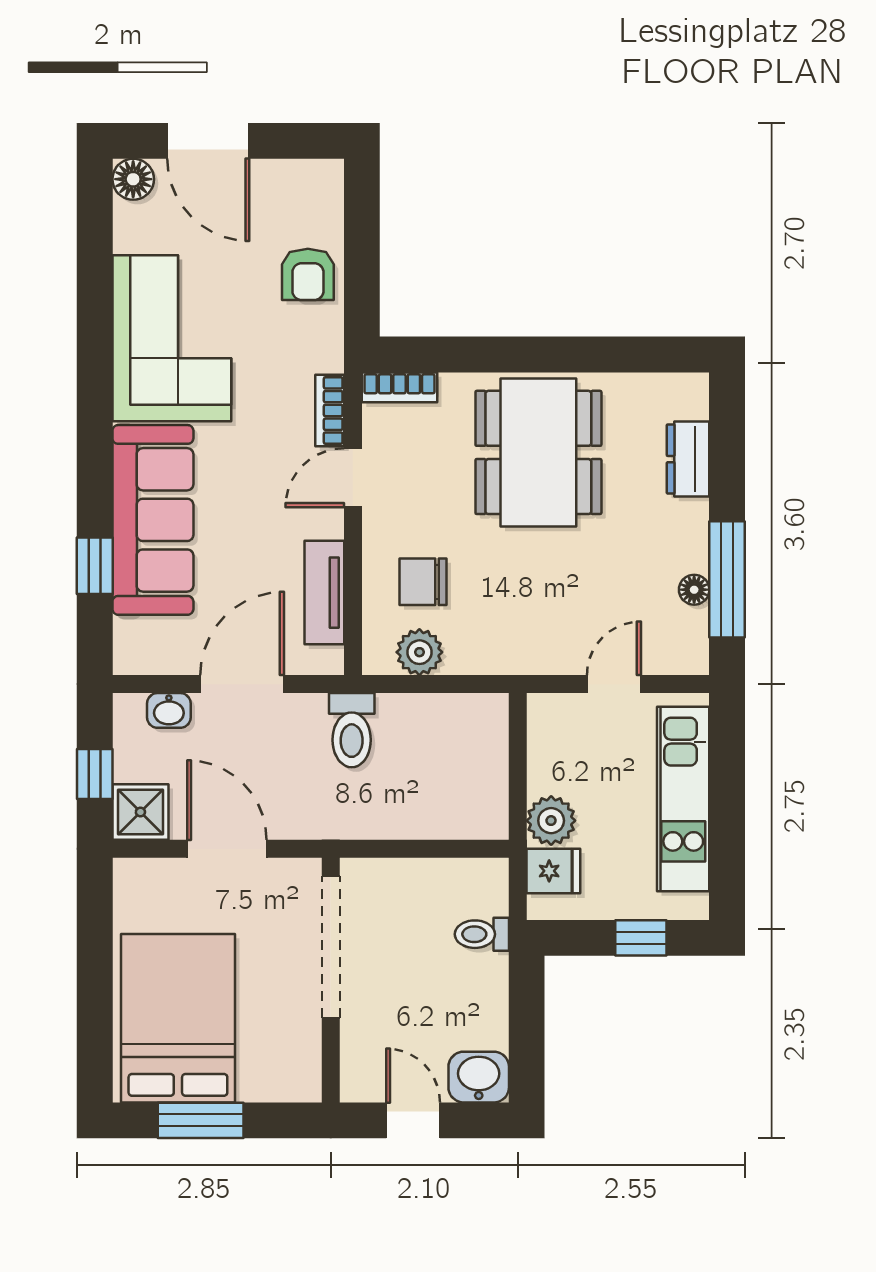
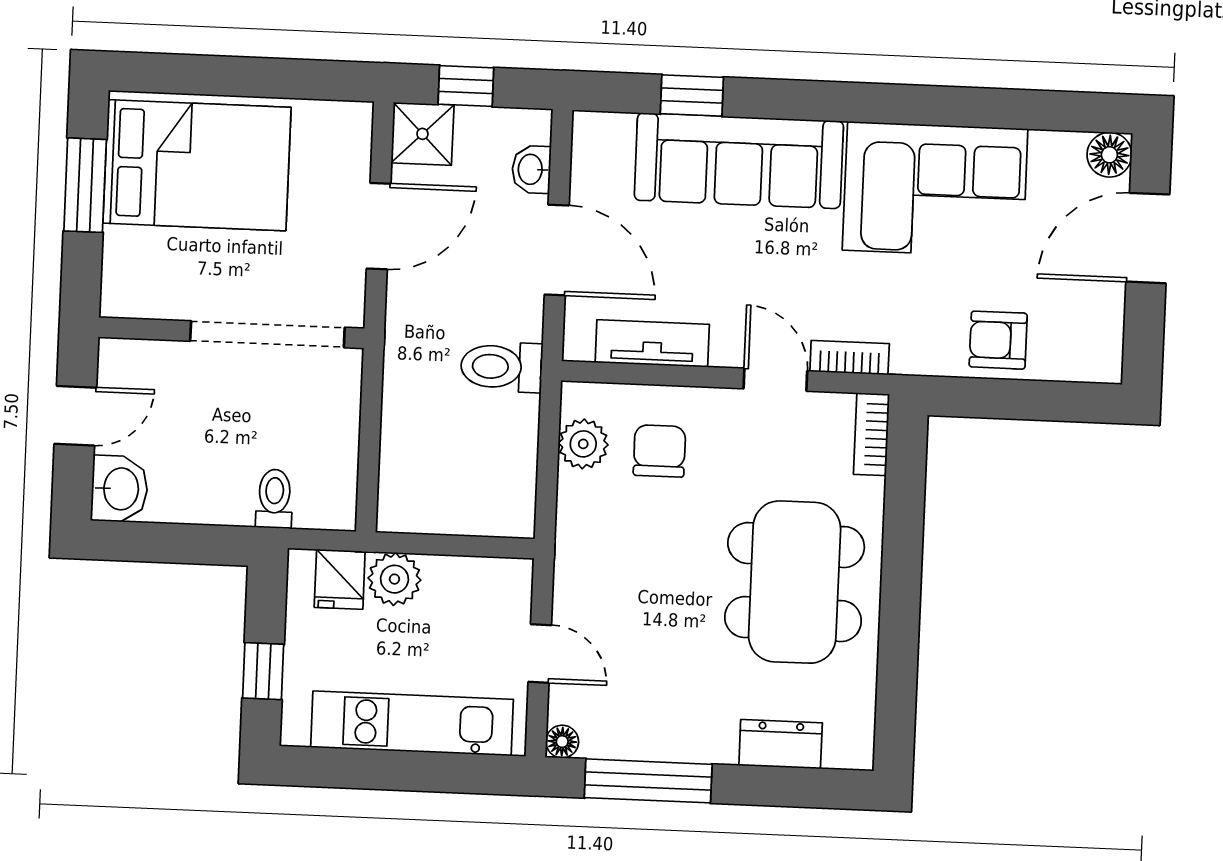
dining table: (538, 452) -> (795, 582), turned 90
floor lamp: (694, 590) -> (562, 742), moved

